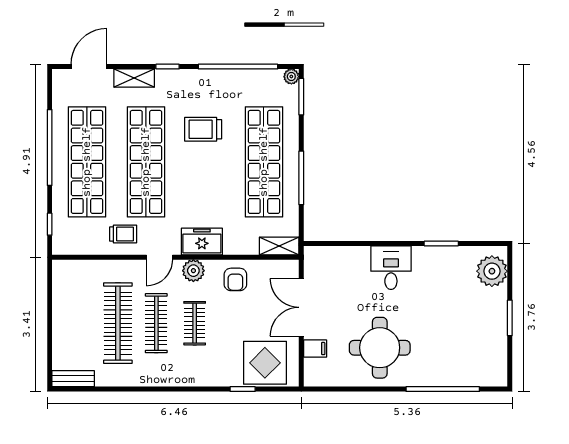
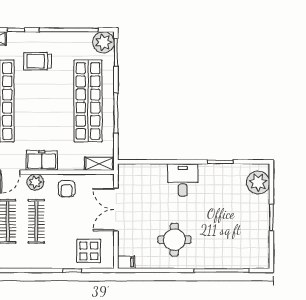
plant: (291, 77) -> (103, 42), width x1.88, depth x1.88
trolley: (203, 129) -> (38, 61), moved
clothes rail: (195, 323) -> (36, 221), width x1.36
round table: (380, 348) -> (174, 240), width x0.73, depth x0.73
filing cabinet: (315, 349) -> (126, 262), moved
display table: (265, 363) -> (89, 251), width x0.73, depth x0.73

